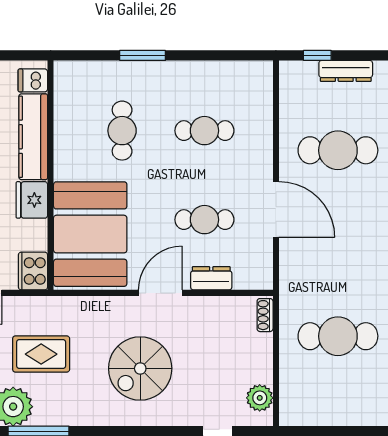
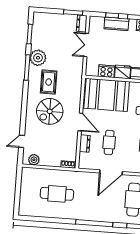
cooker: (33, 271) -> (106, 71), moved
cafe table: (338, 336) -> (57, 194), turned 90
rug: (41, 354) -> (49, 82), moved
spiral stairs: (140, 368) -> (50, 111), turned -90

